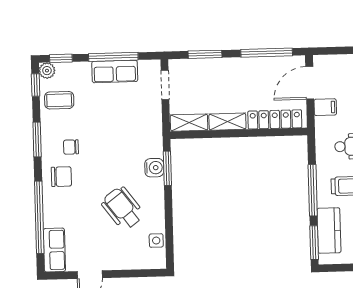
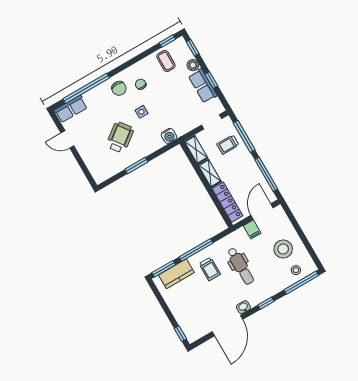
window: (205, 54) -> (244, 136), width x1.44
window: (113, 57) -> (211, 80), width x0.46
plant: (47, 71) -> (193, 65), moved
trolley: (204, 80) -> (228, 145), added
door: (310, 83) -> (262, 211), hinge flipped
window: (37, 139) -> (134, 61), removed
water cooler: (154, 168) -> (169, 136), moved
window: (167, 168) -> (136, 166), moved
side table: (156, 240) -> (141, 112), moved

